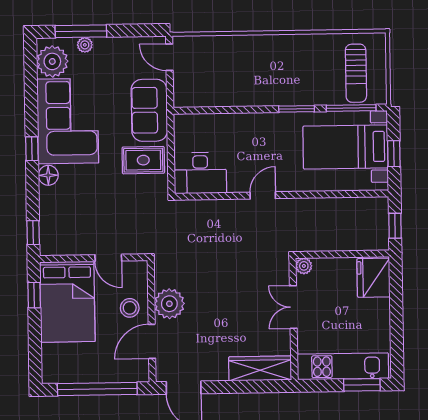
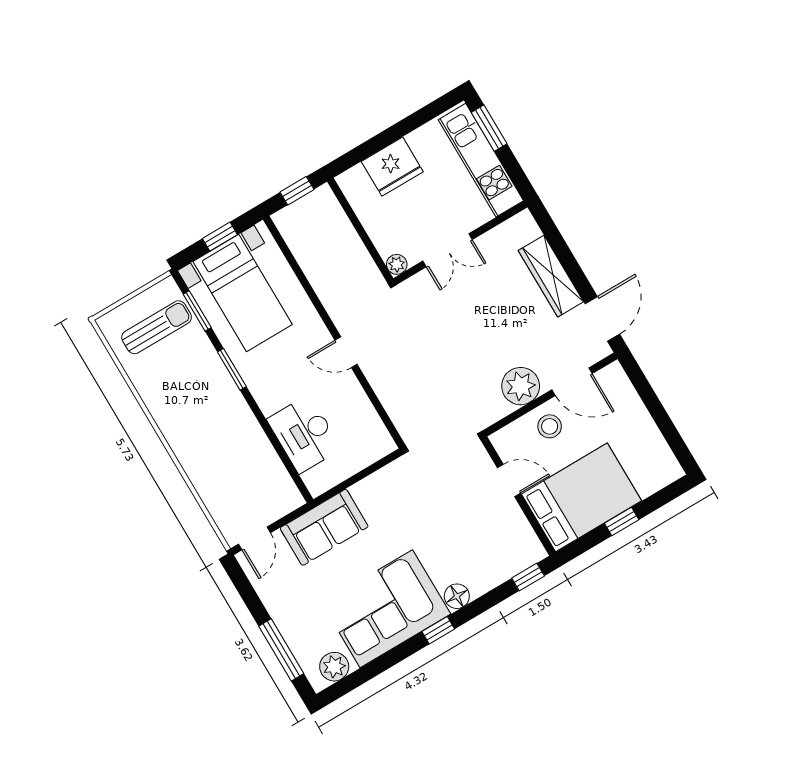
plant: (85, 45) -> (294, 637), removed
plant: (52, 61) -> (334, 667), width x0.73, depth x0.73
window: (351, 108) -> (197, 311), width x0.69
rug: (143, 160) -> (382, 503), removed
desk: (200, 173) -> (304, 434), moved, turned 180
door: (108, 258) -> (509, 480), hinge flipped
fridge: (374, 278) -> (392, 167), moved
window: (34, 295) -> (622, 521), moved
wardrobe: (260, 368) -> (551, 276), moved
window: (97, 389) -> (657, 411), removed

